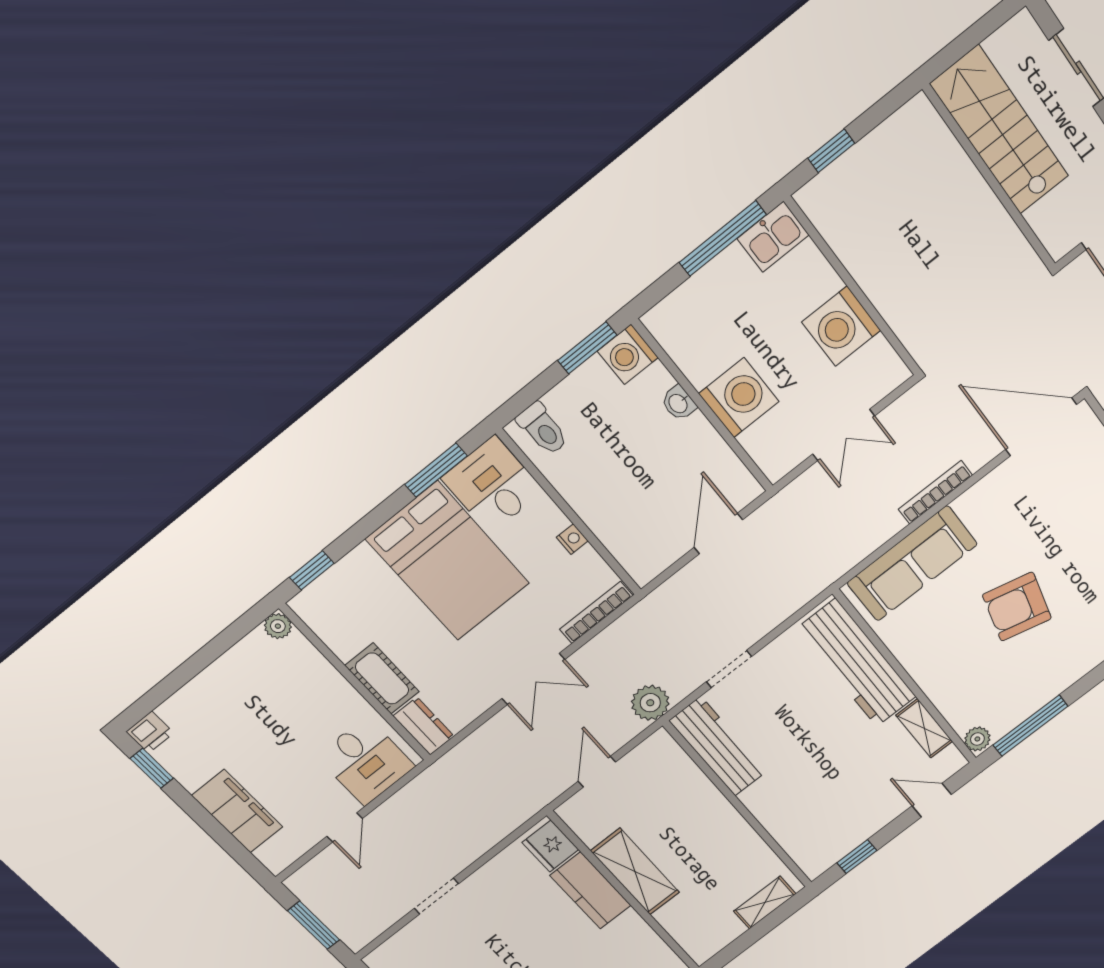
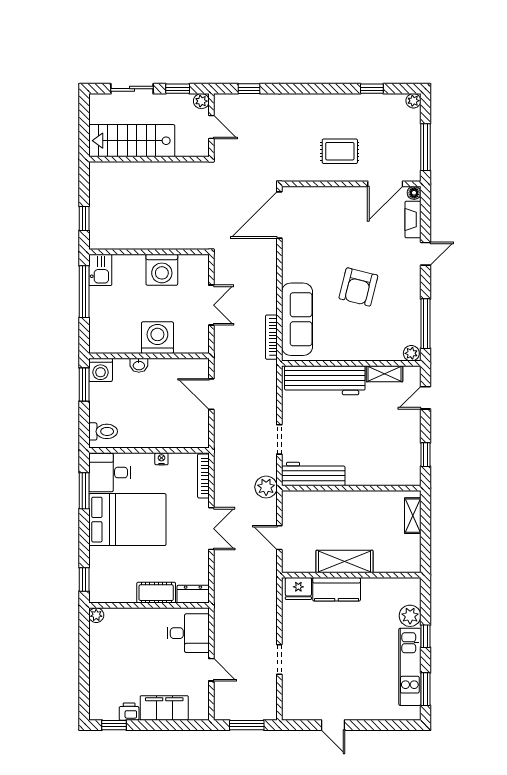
bookcase: (935, 492) -> (271, 337), moved
printer: (150, 732) -> (129, 712), moved, turned -90

